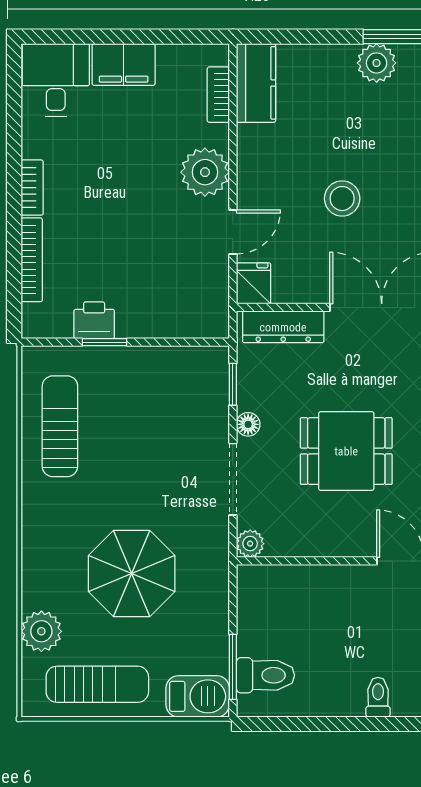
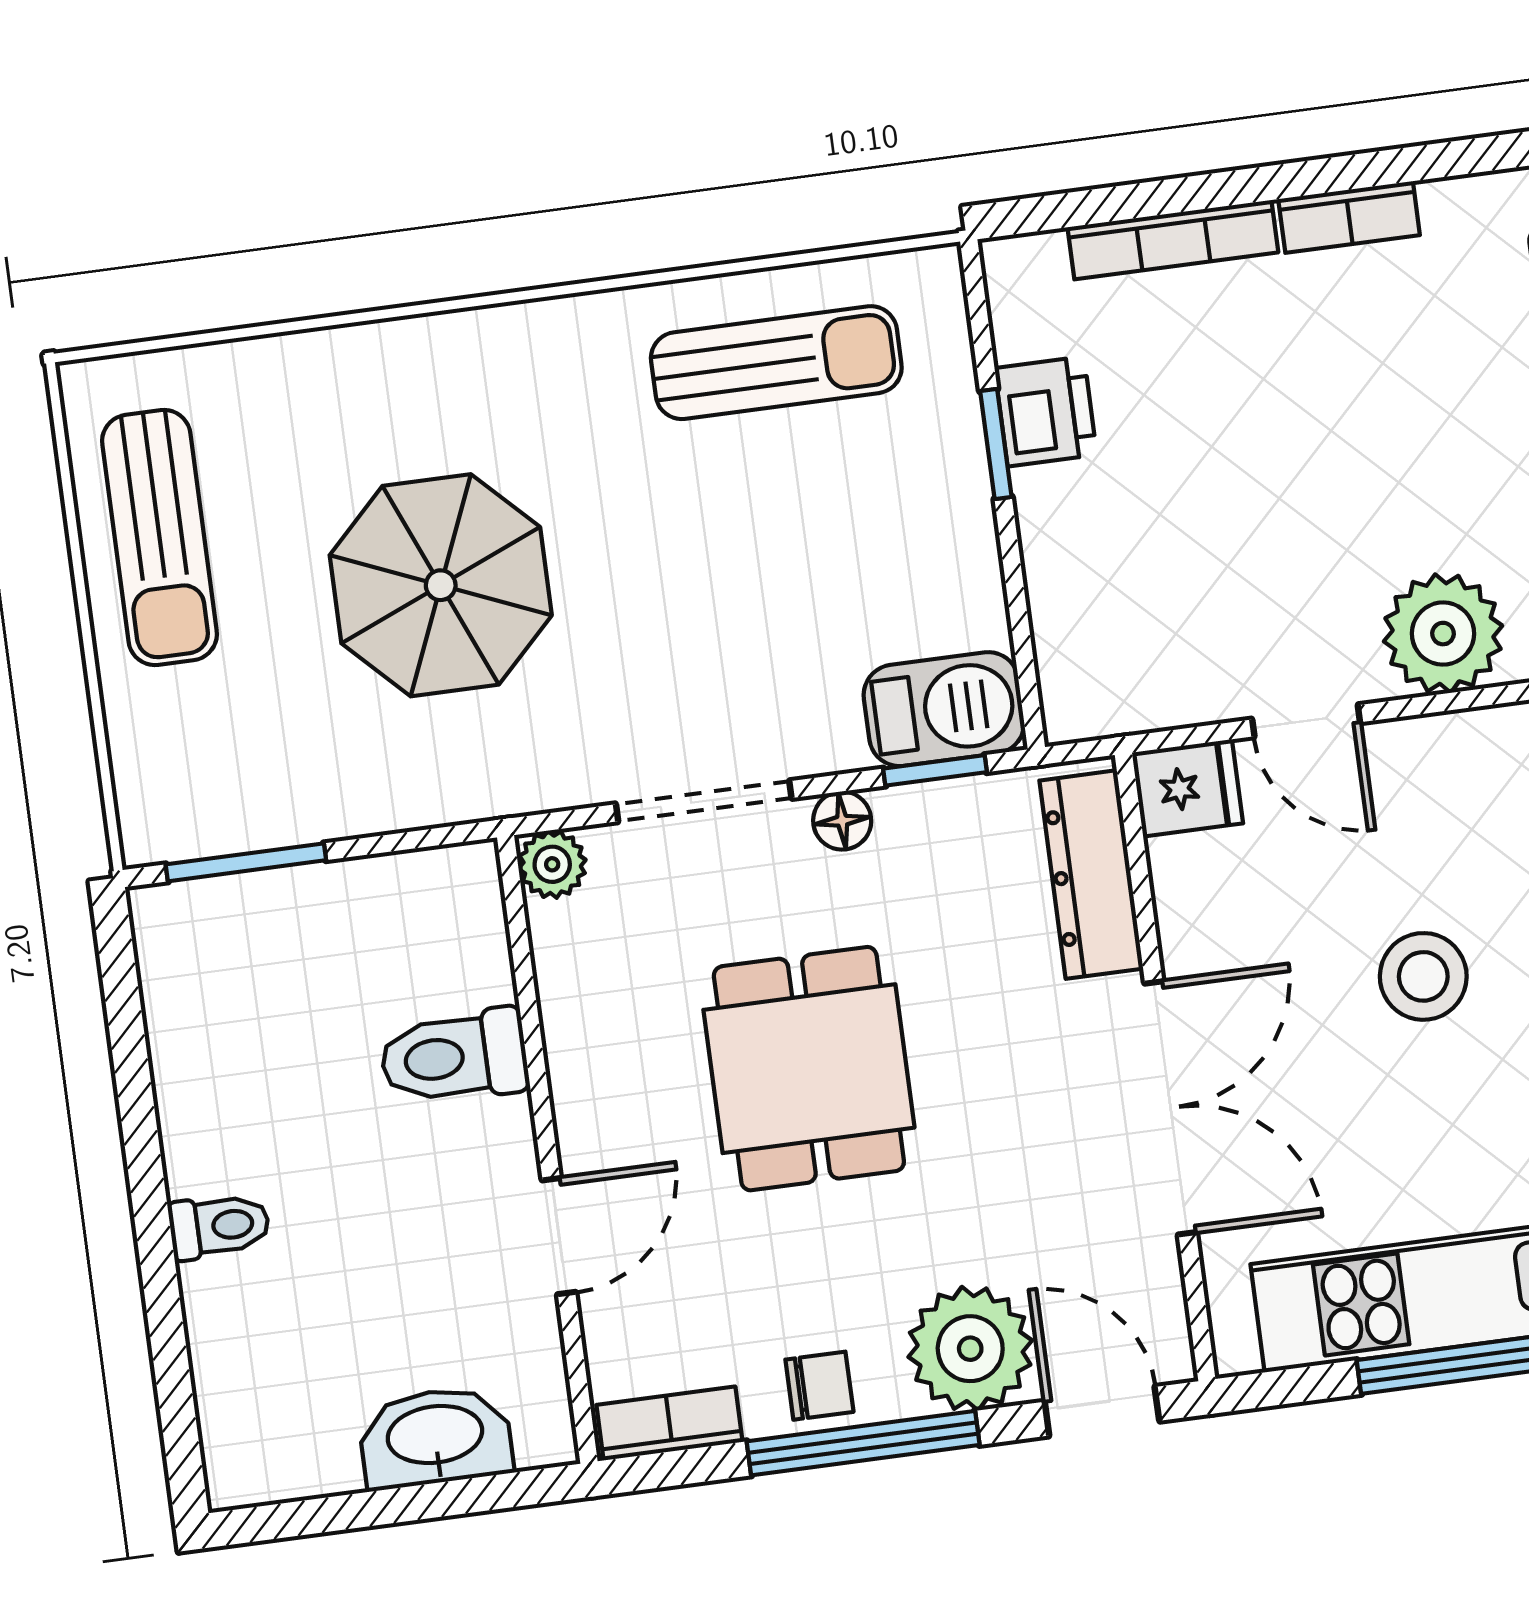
plant: (41, 631) -> (270, 384), removed
toilet: (265, 675) -> (454, 1057), moved, turned 90
barbecue: (198, 696) -> (944, 709), moved, turned -90

